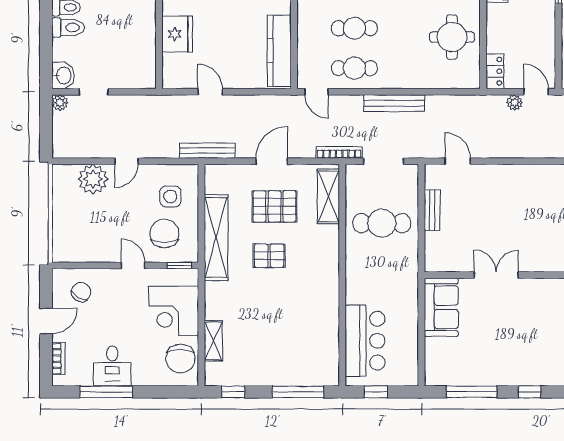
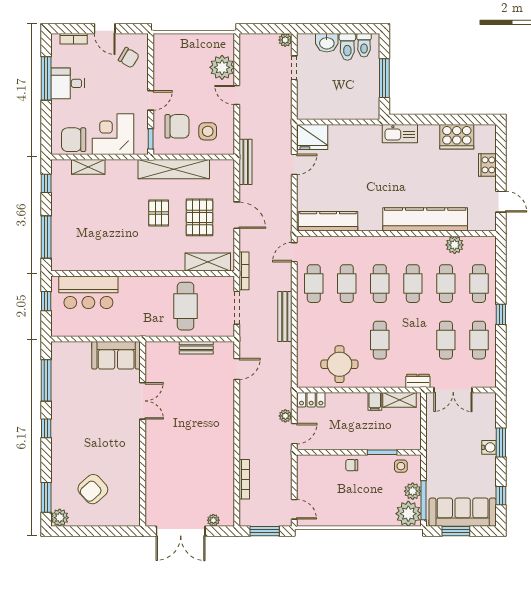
fridge: (177, 34) -> (313, 137), moved
washbasin: (63, 75) -> (327, 43), moved

